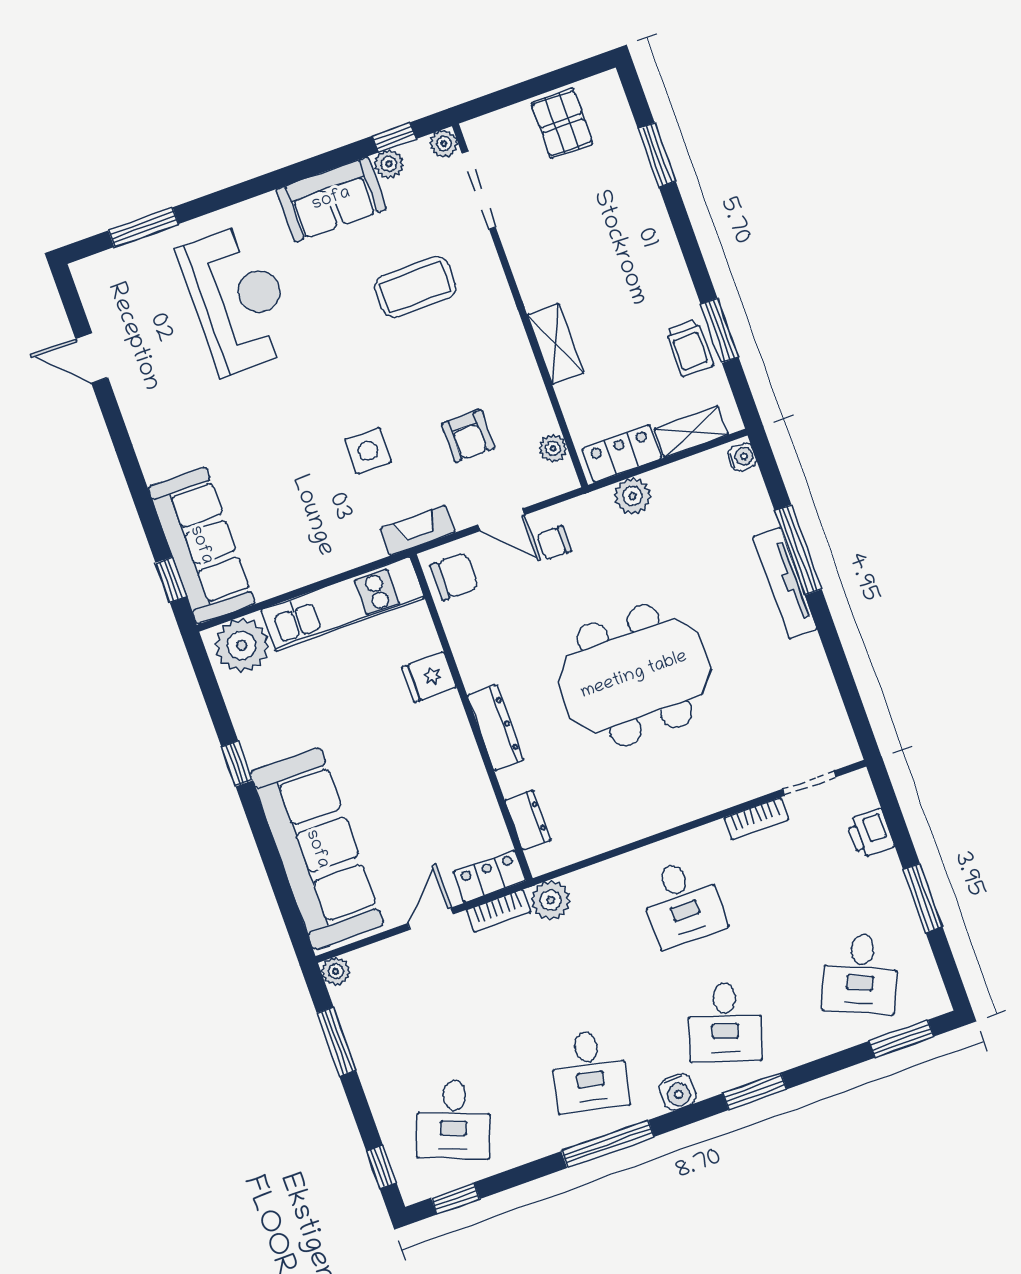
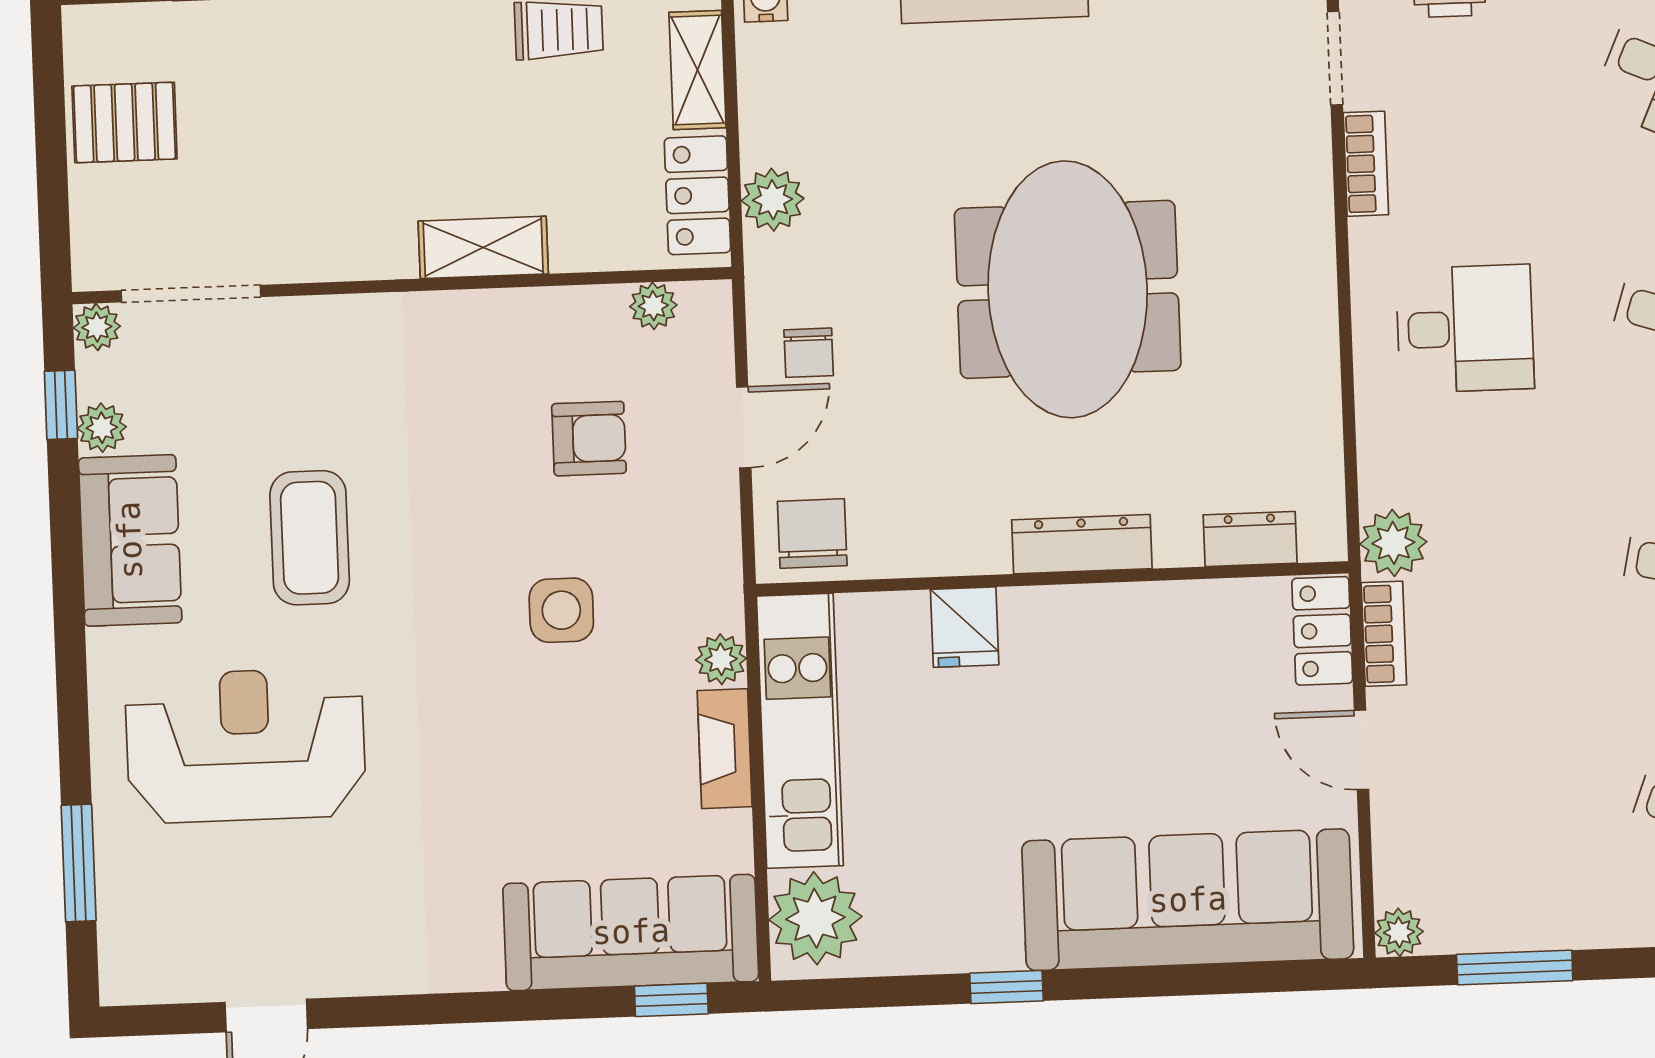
coffee table: (415, 287) -> (310, 538), moved
fireplace: (418, 530) -> (725, 749), moved
plant: (369, 548) -> (721, 659), added

